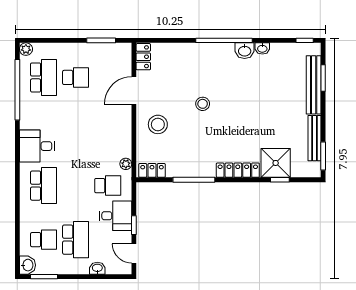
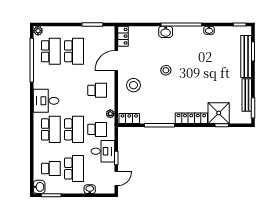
washbasin: (245, 51) -> (166, 32), moved
school desk: (76, 77) -> (74, 51), width x1.85
school desk: (108, 132) -> (97, 90), added
school desk: (76, 186) -> (74, 129), added
door: (134, 254) -> (116, 179), swing flipped

